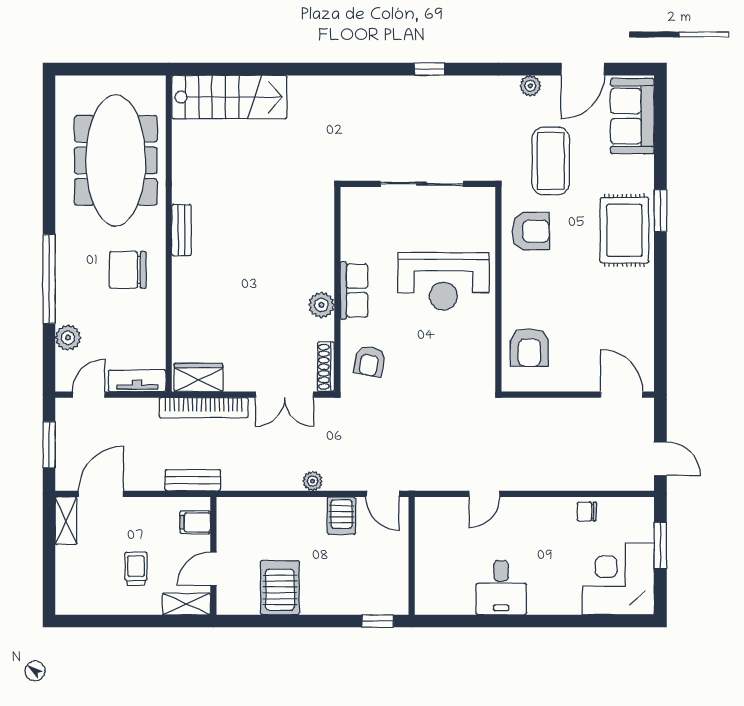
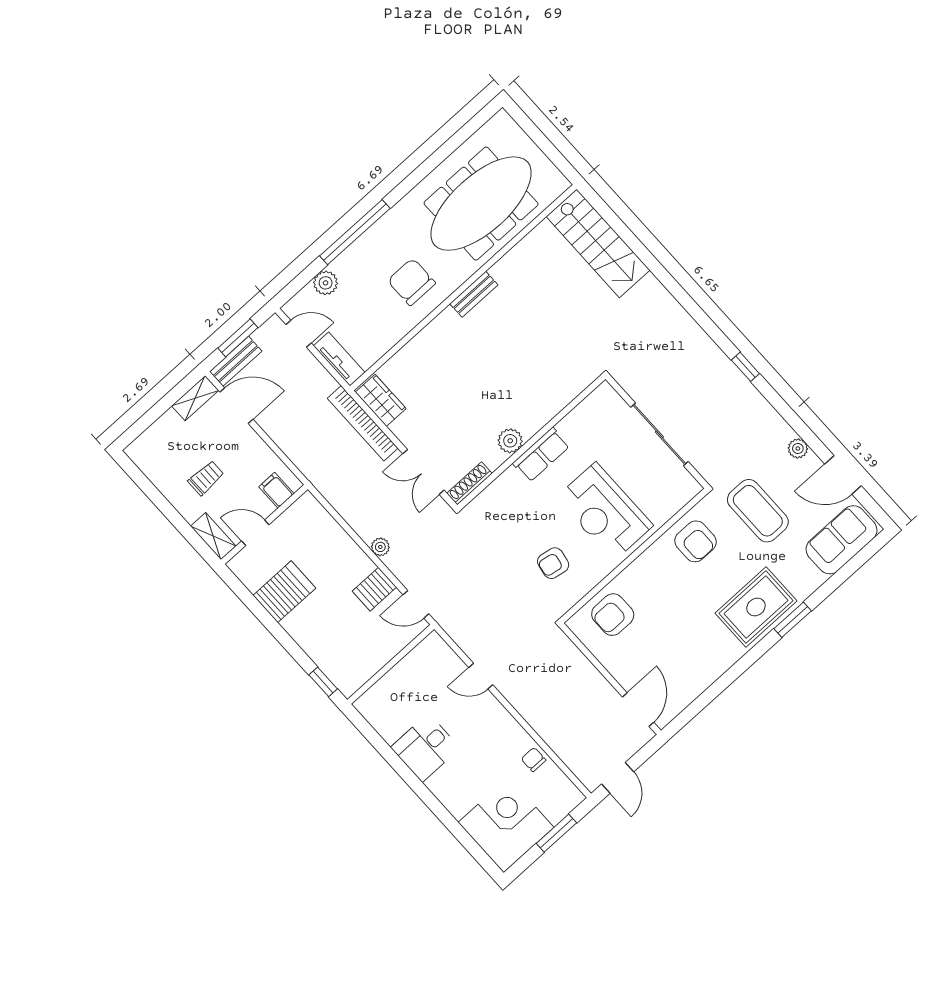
coffee table: (551, 161) -> (758, 511), turned 90
armchair: (369, 361) -> (553, 563), moved
bench: (193, 480) -> (236, 361), moved, turned 90
door: (383, 494) -> (416, 604), hinge flipped

